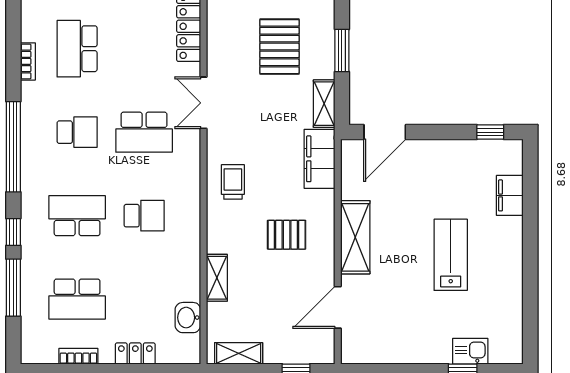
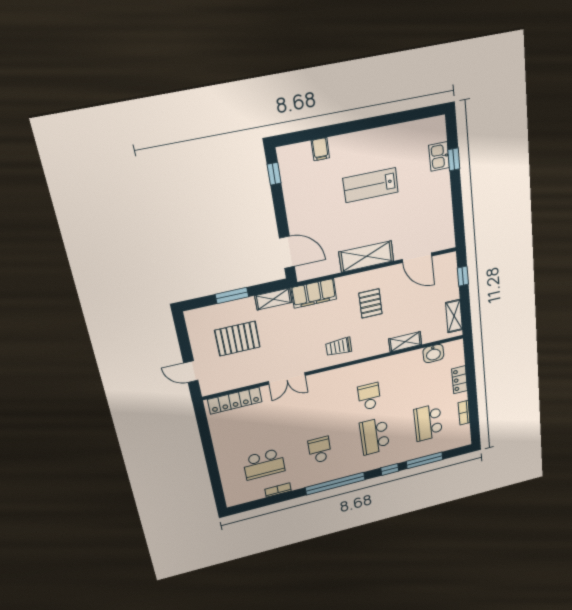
school desk: (144, 132) -> (313, 410), removed
filing cabinet: (510, 195) -> (320, 149), width x0.50
school desk: (77, 299) -> (428, 423), turned 180

